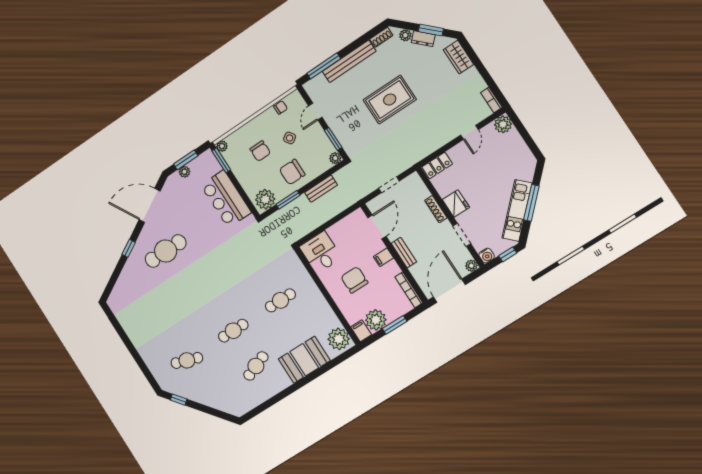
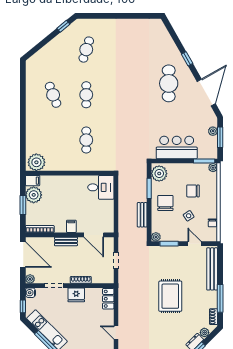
bench: (349, 61) -> (212, 269), moved
window: (324, 66) -> (220, 298), moved
chair: (354, 280) -> (69, 198), removed
booth: (304, 360) -> (37, 130), removed

